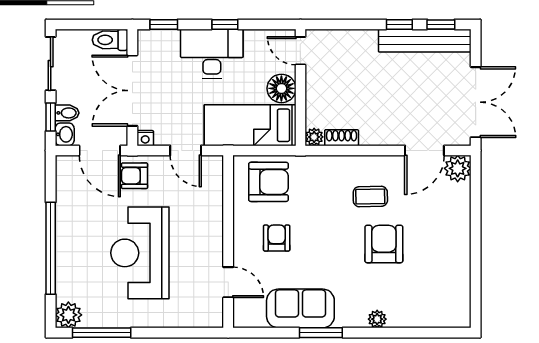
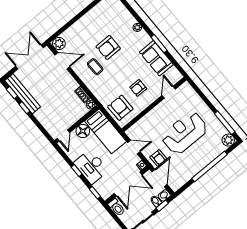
door: (186, 151) -> (134, 147), hinge flipped
reception desk: (140, 253) -> (185, 133), turned 180

